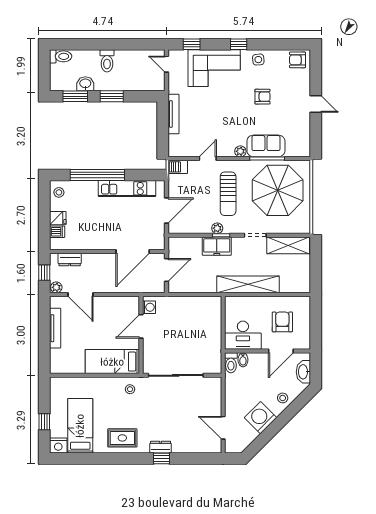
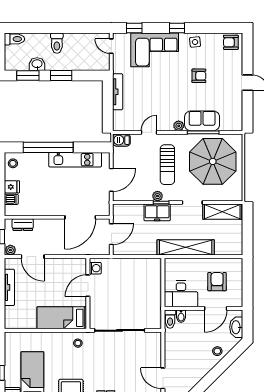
washing machine: (261, 418) -> (197, 369), removed

